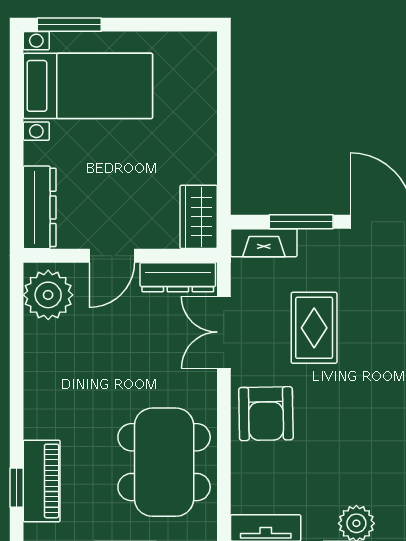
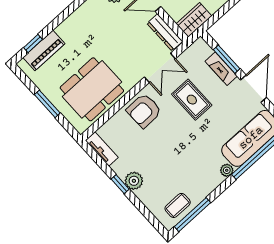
fireplace: (264, 243) -> (221, 69), moved
rug: (314, 328) -> (192, 100), turned 90
double door: (224, 332) -> (160, 68), swing flipped

